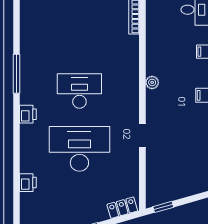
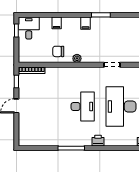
chair: (163, 54) -> (58, 51), added
desk: (79, 91) -> (83, 106), turned 180

